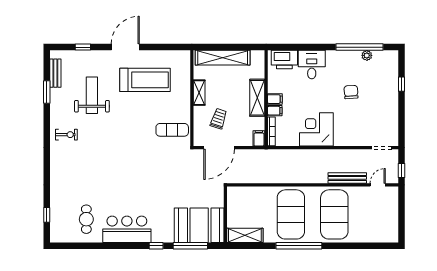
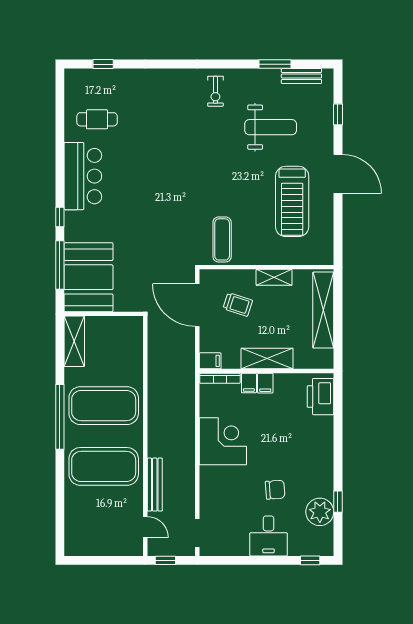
window: (359, 47) -> (338, 502), width x0.32
plant: (367, 55) -> (320, 512), width x1.88, depth x1.88
desk: (312, 65) -> (269, 536), moved, turned 90
window: (401, 84) -> (310, 560), moved

